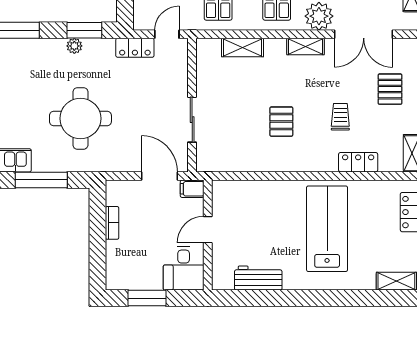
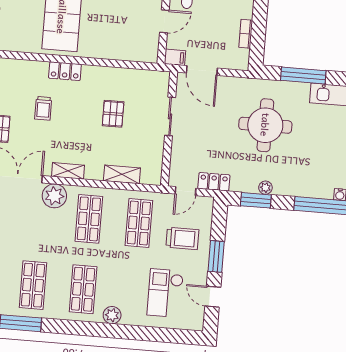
pallet: (281, 122) -> (113, 114), moved
locker: (358, 162) -> (65, 71), moved

